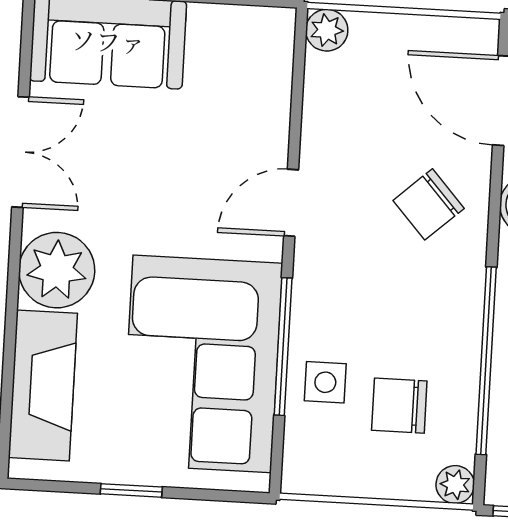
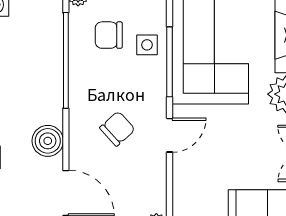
chair: (429, 204) -> (117, 129), moved
chair: (399, 406) -> (109, 35), turned 180

